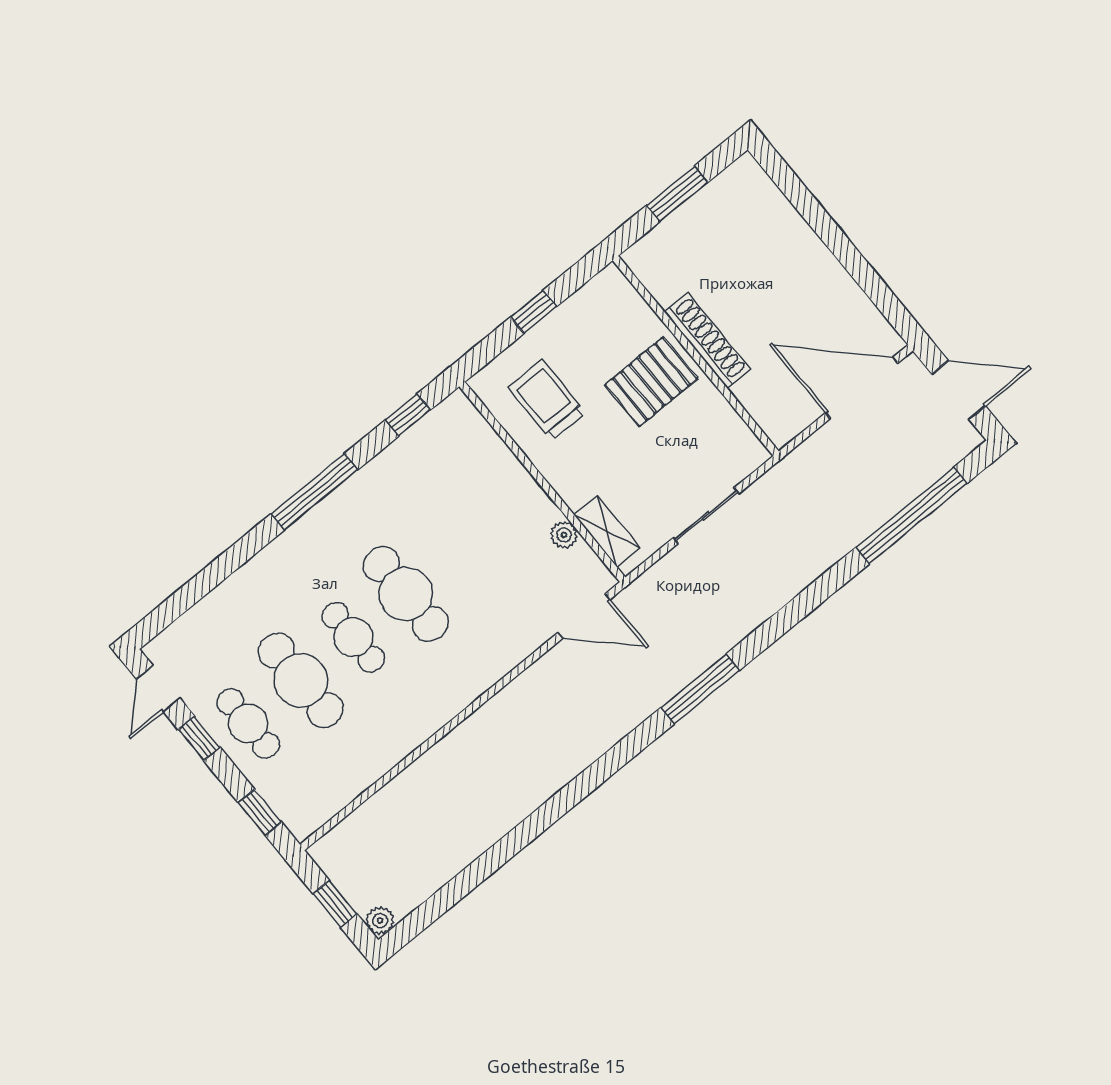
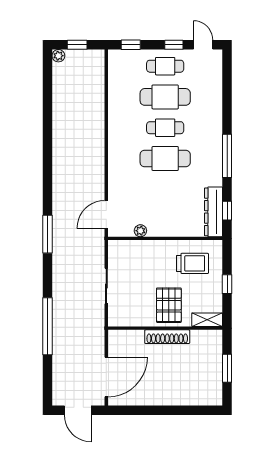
door: (959, 390) -> (78, 410), hinge flipped
dresser: (429, 436) -> (214, 212), added
window: (911, 516) -> (47, 326), moved
shelving: (607, 531) -> (207, 320), moved

